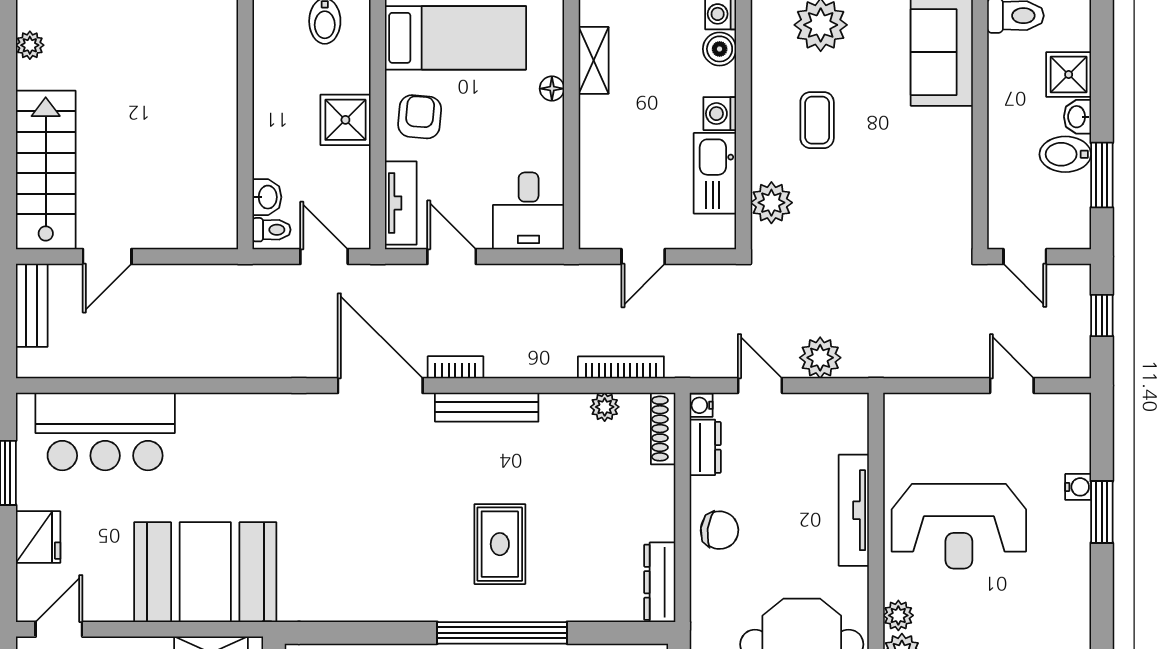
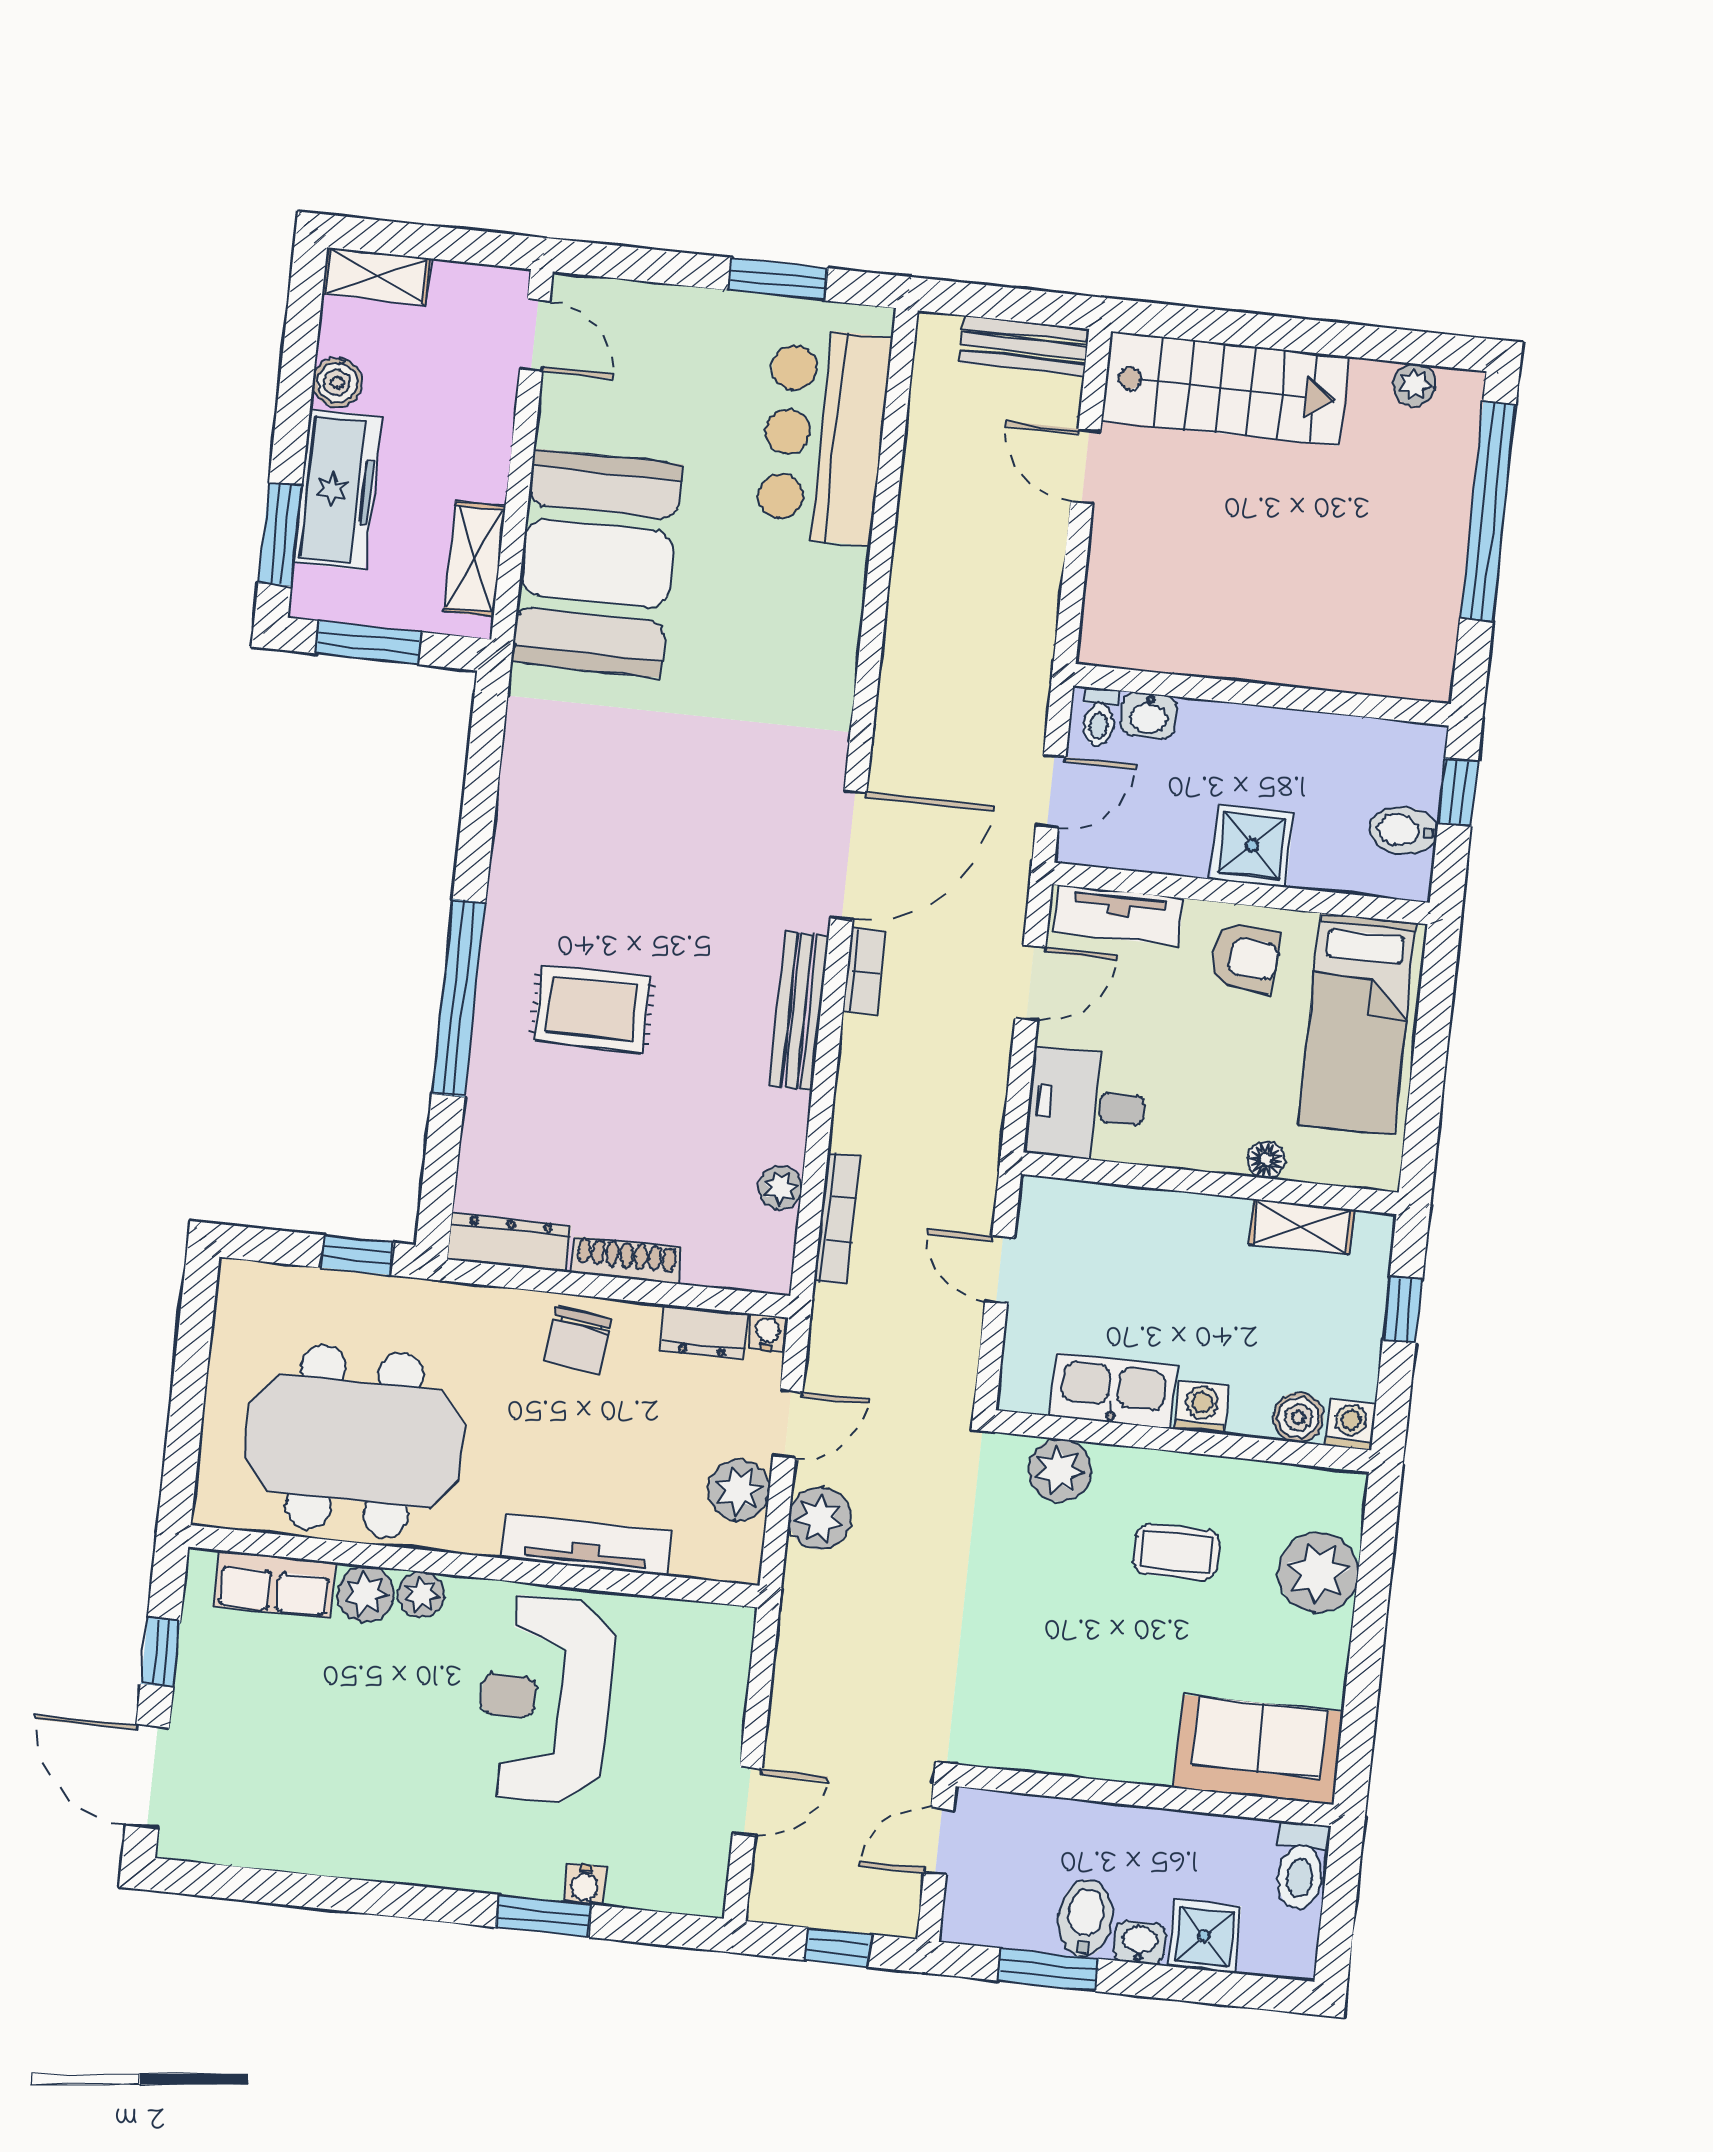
plant: (807, 413) -> (739, 1490), added
shoe rack: (663, 429) -> (626, 1260), moved
fridge: (38, 537) -> (676, 318), removed

